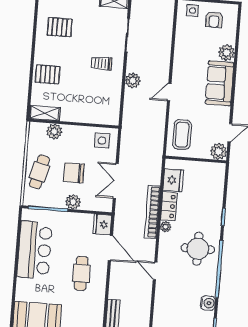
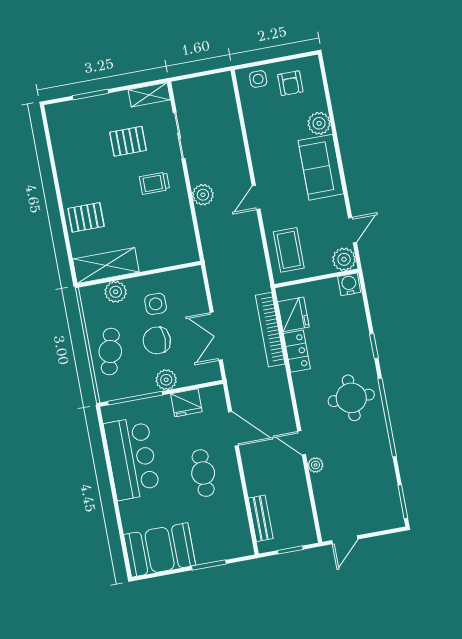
pallet: (60, 27) -> (128, 141), moved
shelving: (45, 113) -> (106, 266), width x1.50, depth x1.33
side table: (102, 141) -> (156, 304), moved
bookcase: (152, 212) -> (270, 330), moved
fridge: (102, 224) -> (186, 403), moved, turned -90
plant: (165, 227) -> (315, 465), moved
water cooler: (208, 303) -> (349, 284), moved, turned -90

